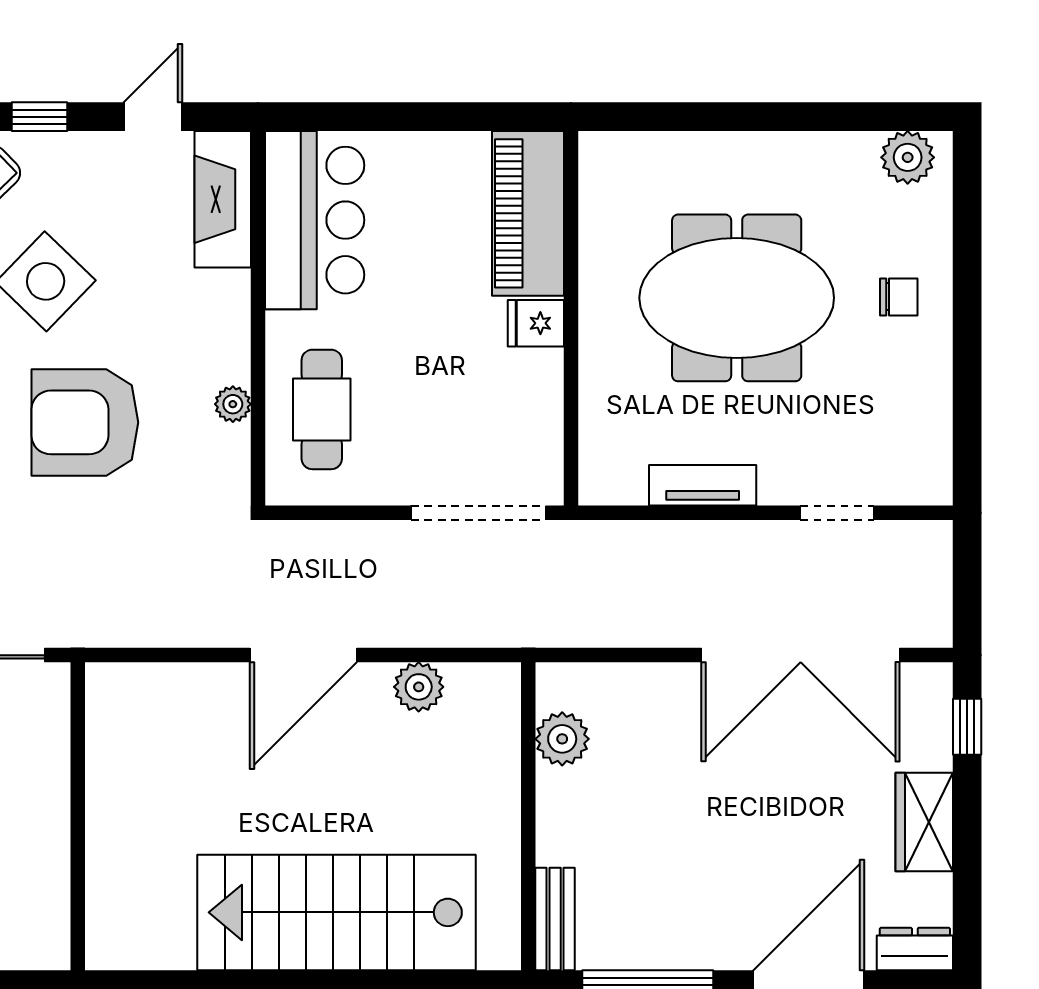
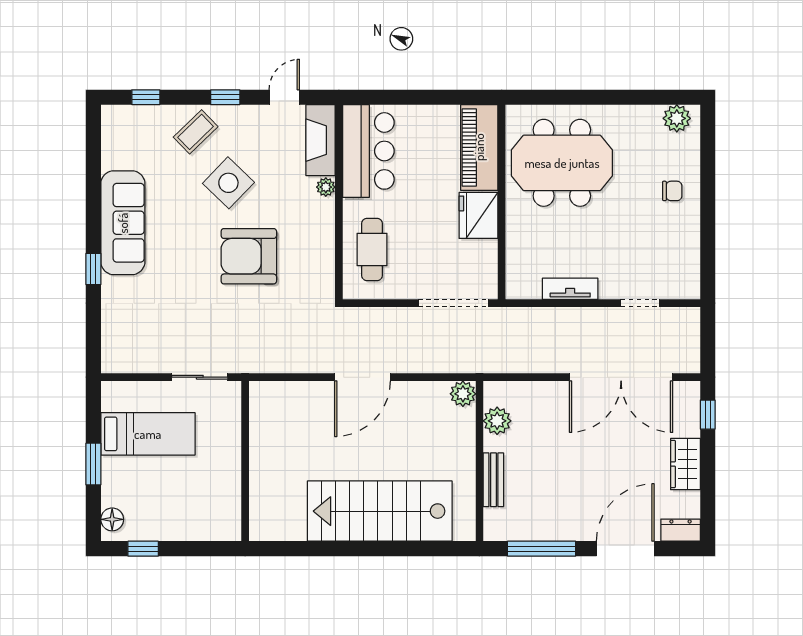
meeting table: (737, 298) -> (562, 163), moved
fridge: (536, 323) -> (478, 215), width x1.88, depth x1.34
plant: (233, 404) -> (326, 187), moved
plant: (419, 687) -> (463, 394), moved
bench: (555, 919) -> (493, 480), moved

